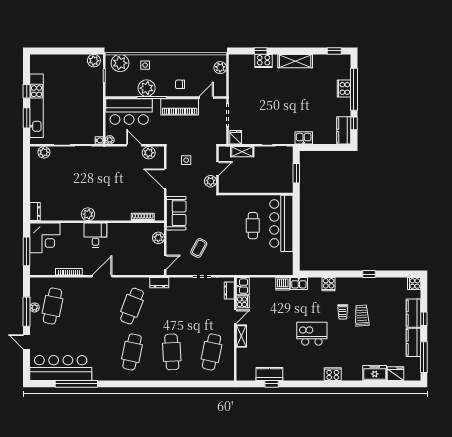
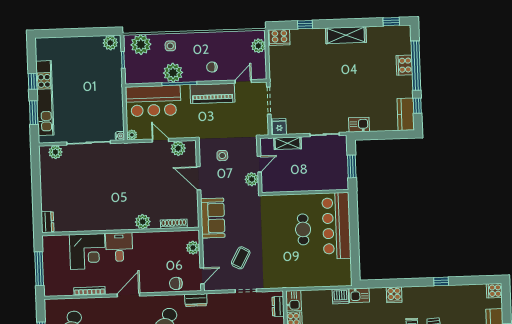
cooker: (264, 61) -> (279, 37), moved
plant: (88, 214) -> (143, 222), moved
corner desk: (45, 238) -> (88, 251), moved
chair: (143, 268) -> (176, 283), added

